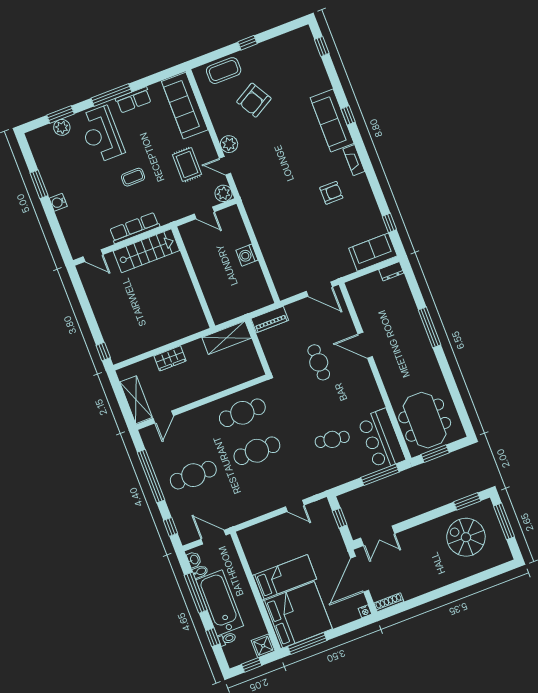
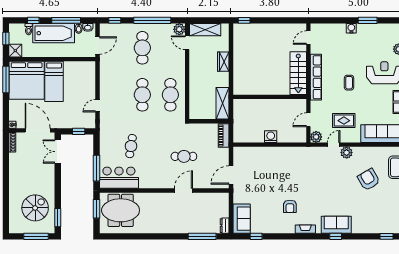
sofa: (332, 121) -> (336, 225), width x0.73
row of seats: (135, 228) -> (316, 77), width x1.36
window: (429, 327) -> (202, 236), moved
plant: (149, 435) -> (179, 29), added

